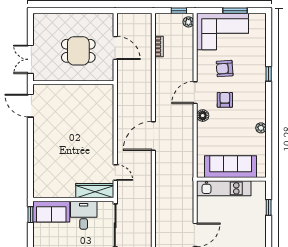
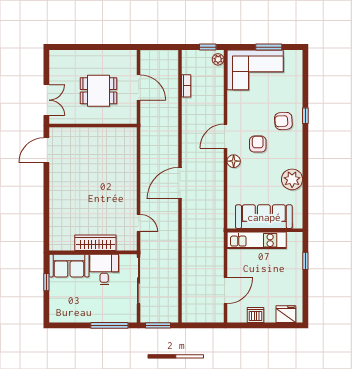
double door: (30, 59) -> (46, 100), swing flipped
armchair: (225, 69) -> (283, 121), moved
door: (30, 106) -> (46, 150), hinge flipped
plant: (261, 128) -> (292, 179), width x1.87, depth x1.87
wardrobe: (95, 191) -> (95, 243), moved
window: (30, 215) -> (46, 282), moved

